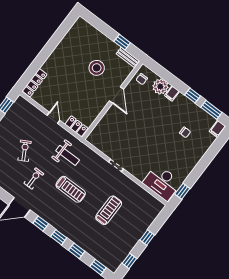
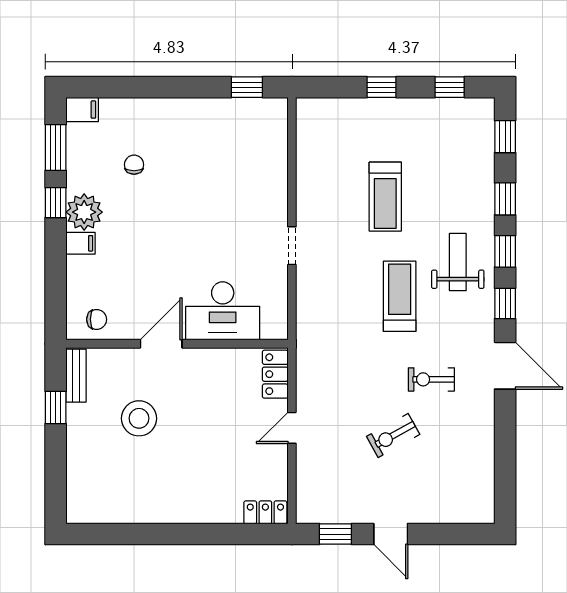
locker: (35, 83) -> (265, 512), width x0.66
plant: (160, 87) -> (84, 212), moved
weight bench: (68, 155) -> (458, 262), moved
desk: (162, 182) -> (223, 311), moved, turned 90
treadmill: (109, 210) -> (385, 197), turned -90

